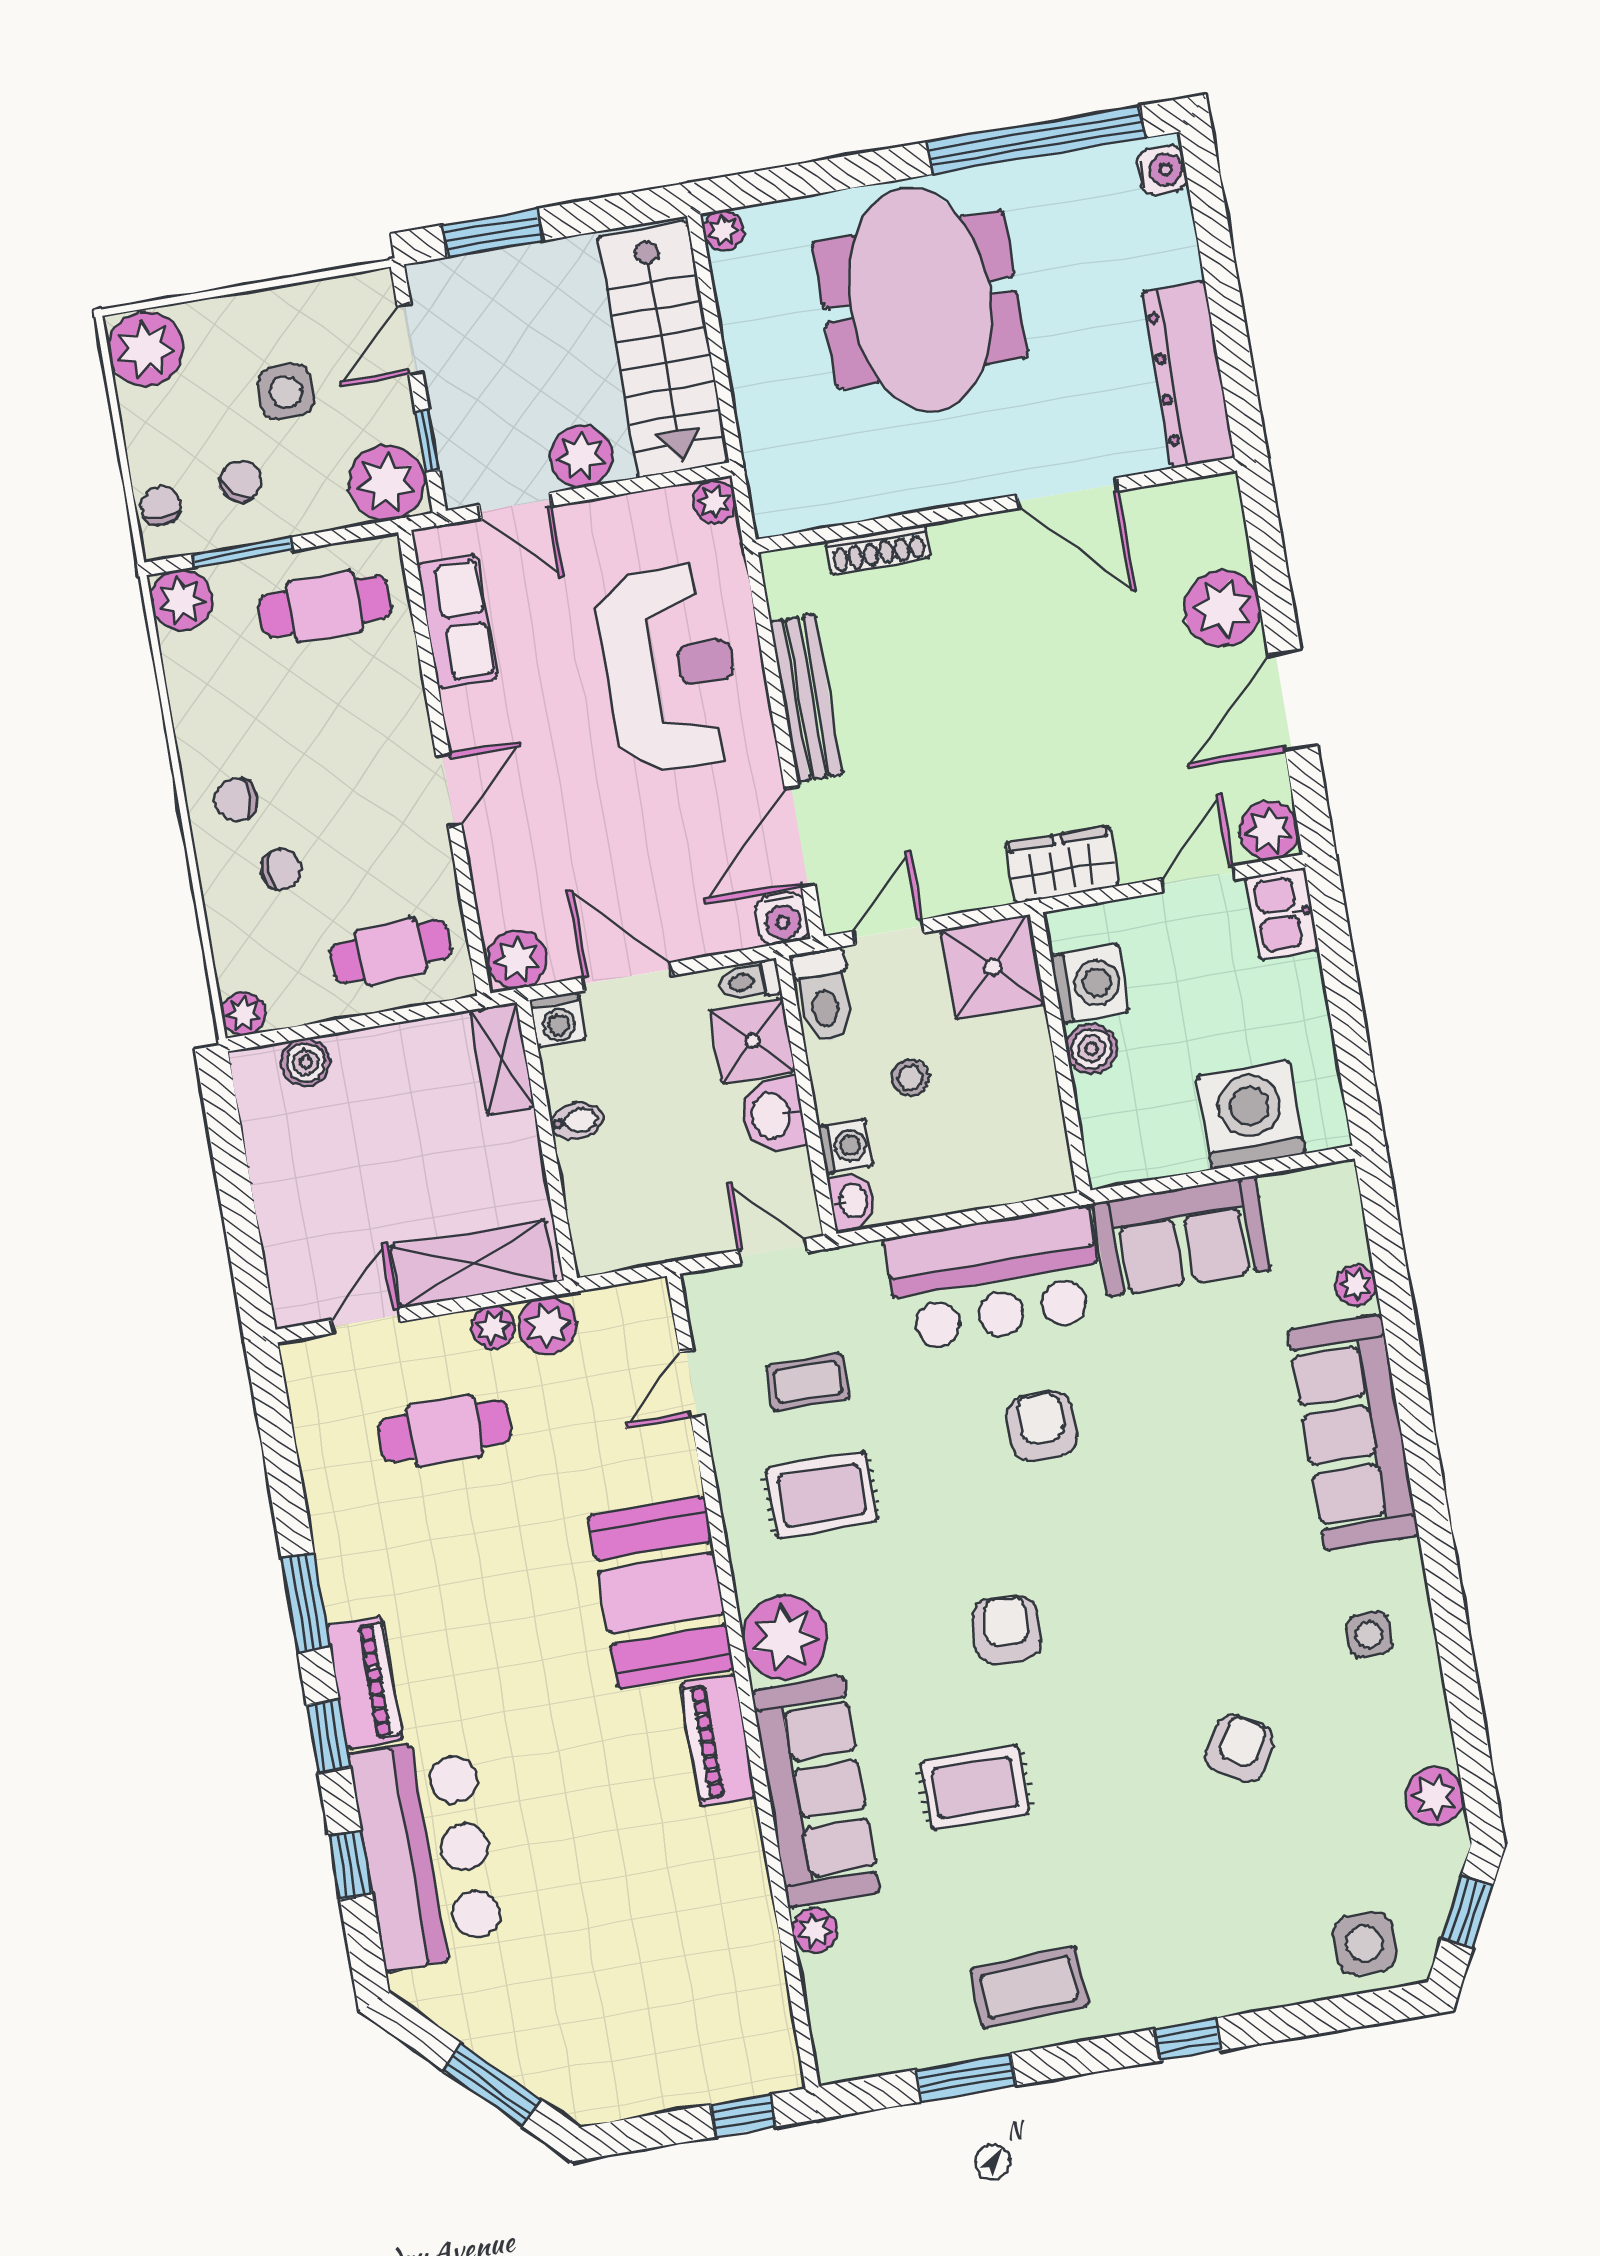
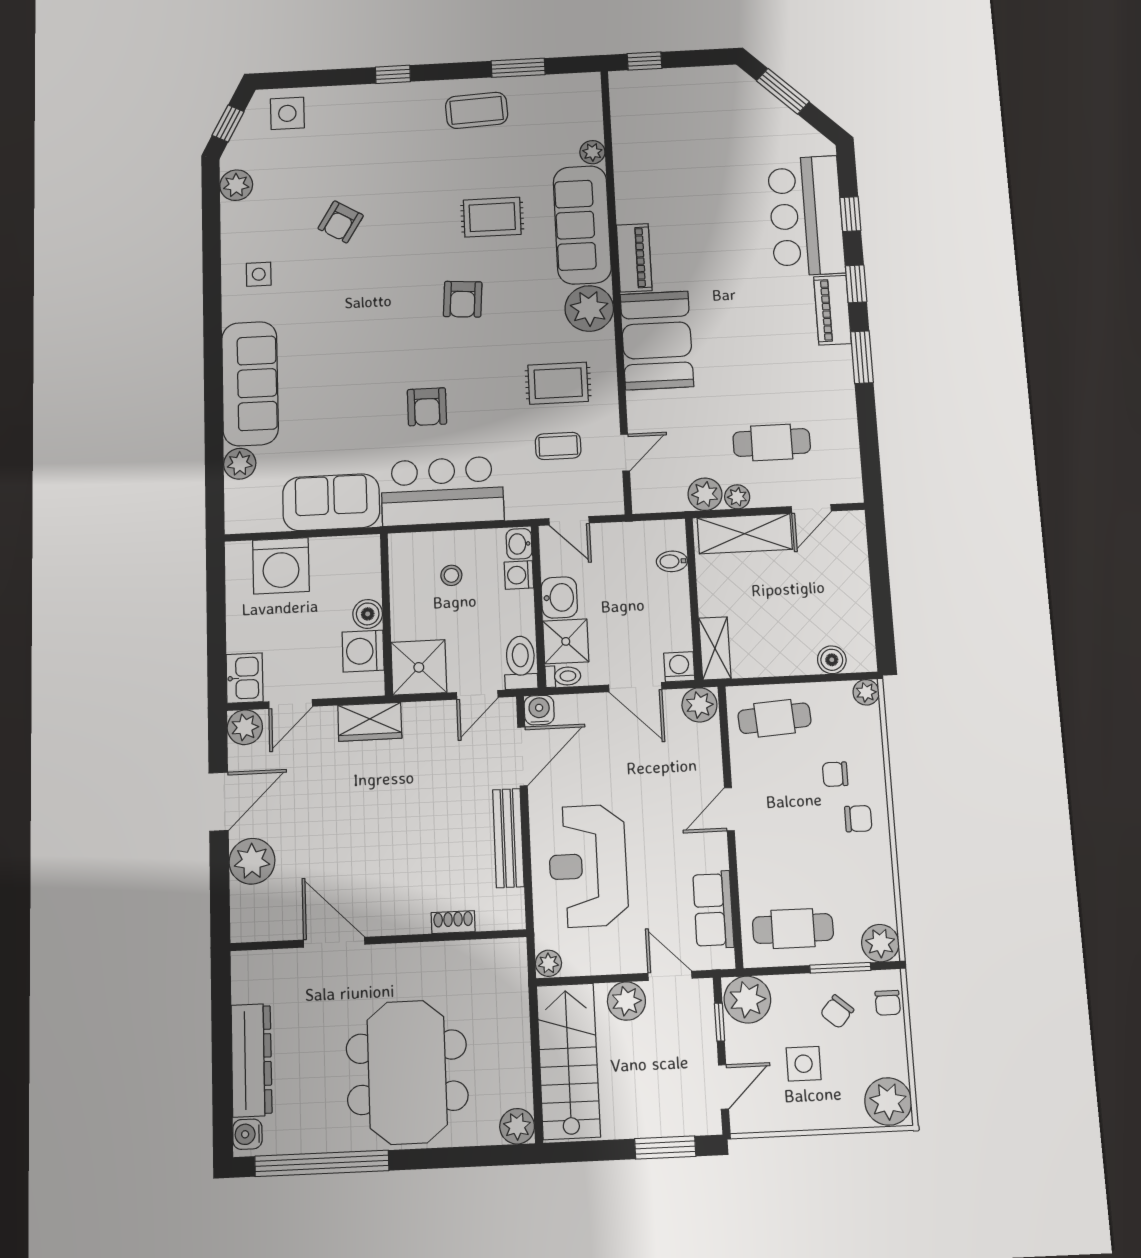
plant: (723, 230) -> (517, 1126), width x1.38, depth x1.38
dresser: (1188, 375) -> (251, 1060), moved
shoe rack: (878, 549) -> (453, 922), width x0.70
stool: (910, 1077) -> (451, 575), moved
bidet: (577, 1121) -> (672, 561), moved
plant: (1356, 1285) -> (240, 464), width x1.38, depth x1.38

